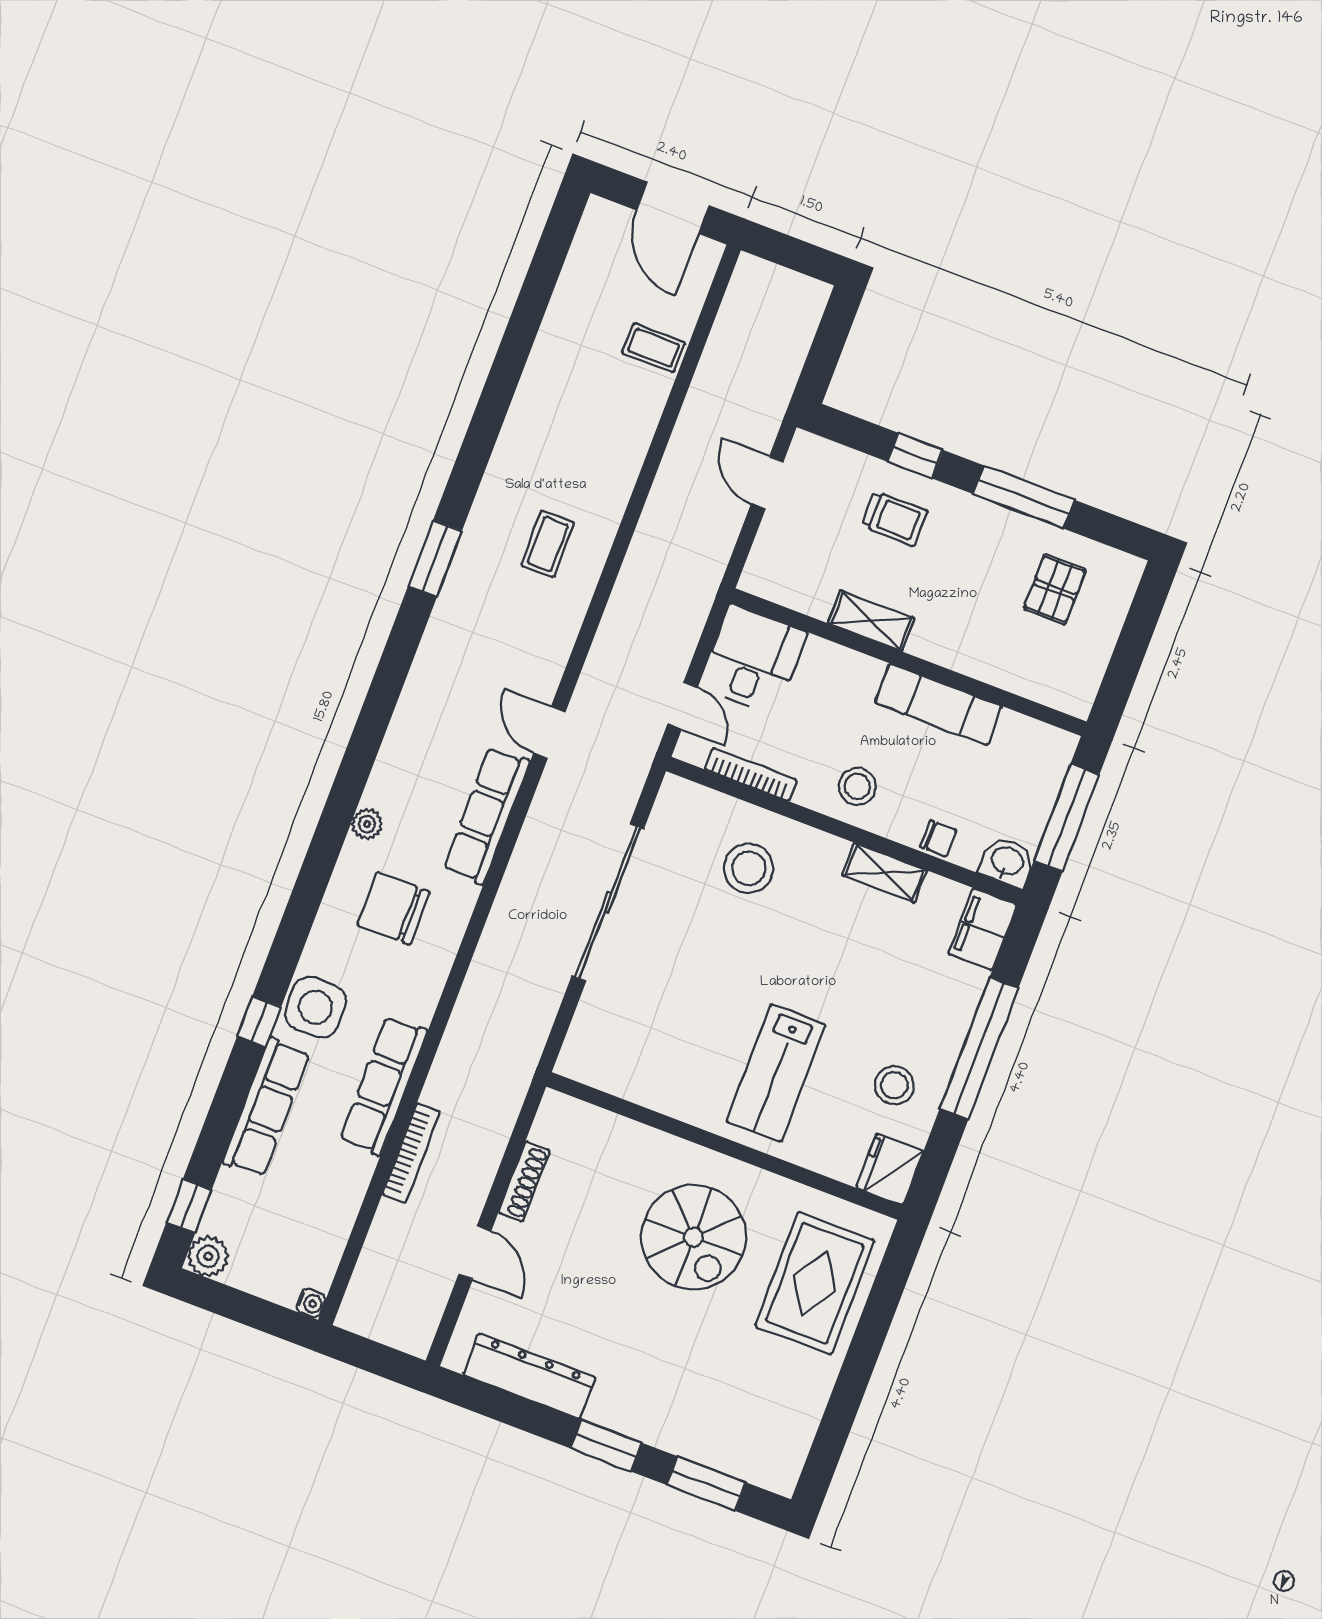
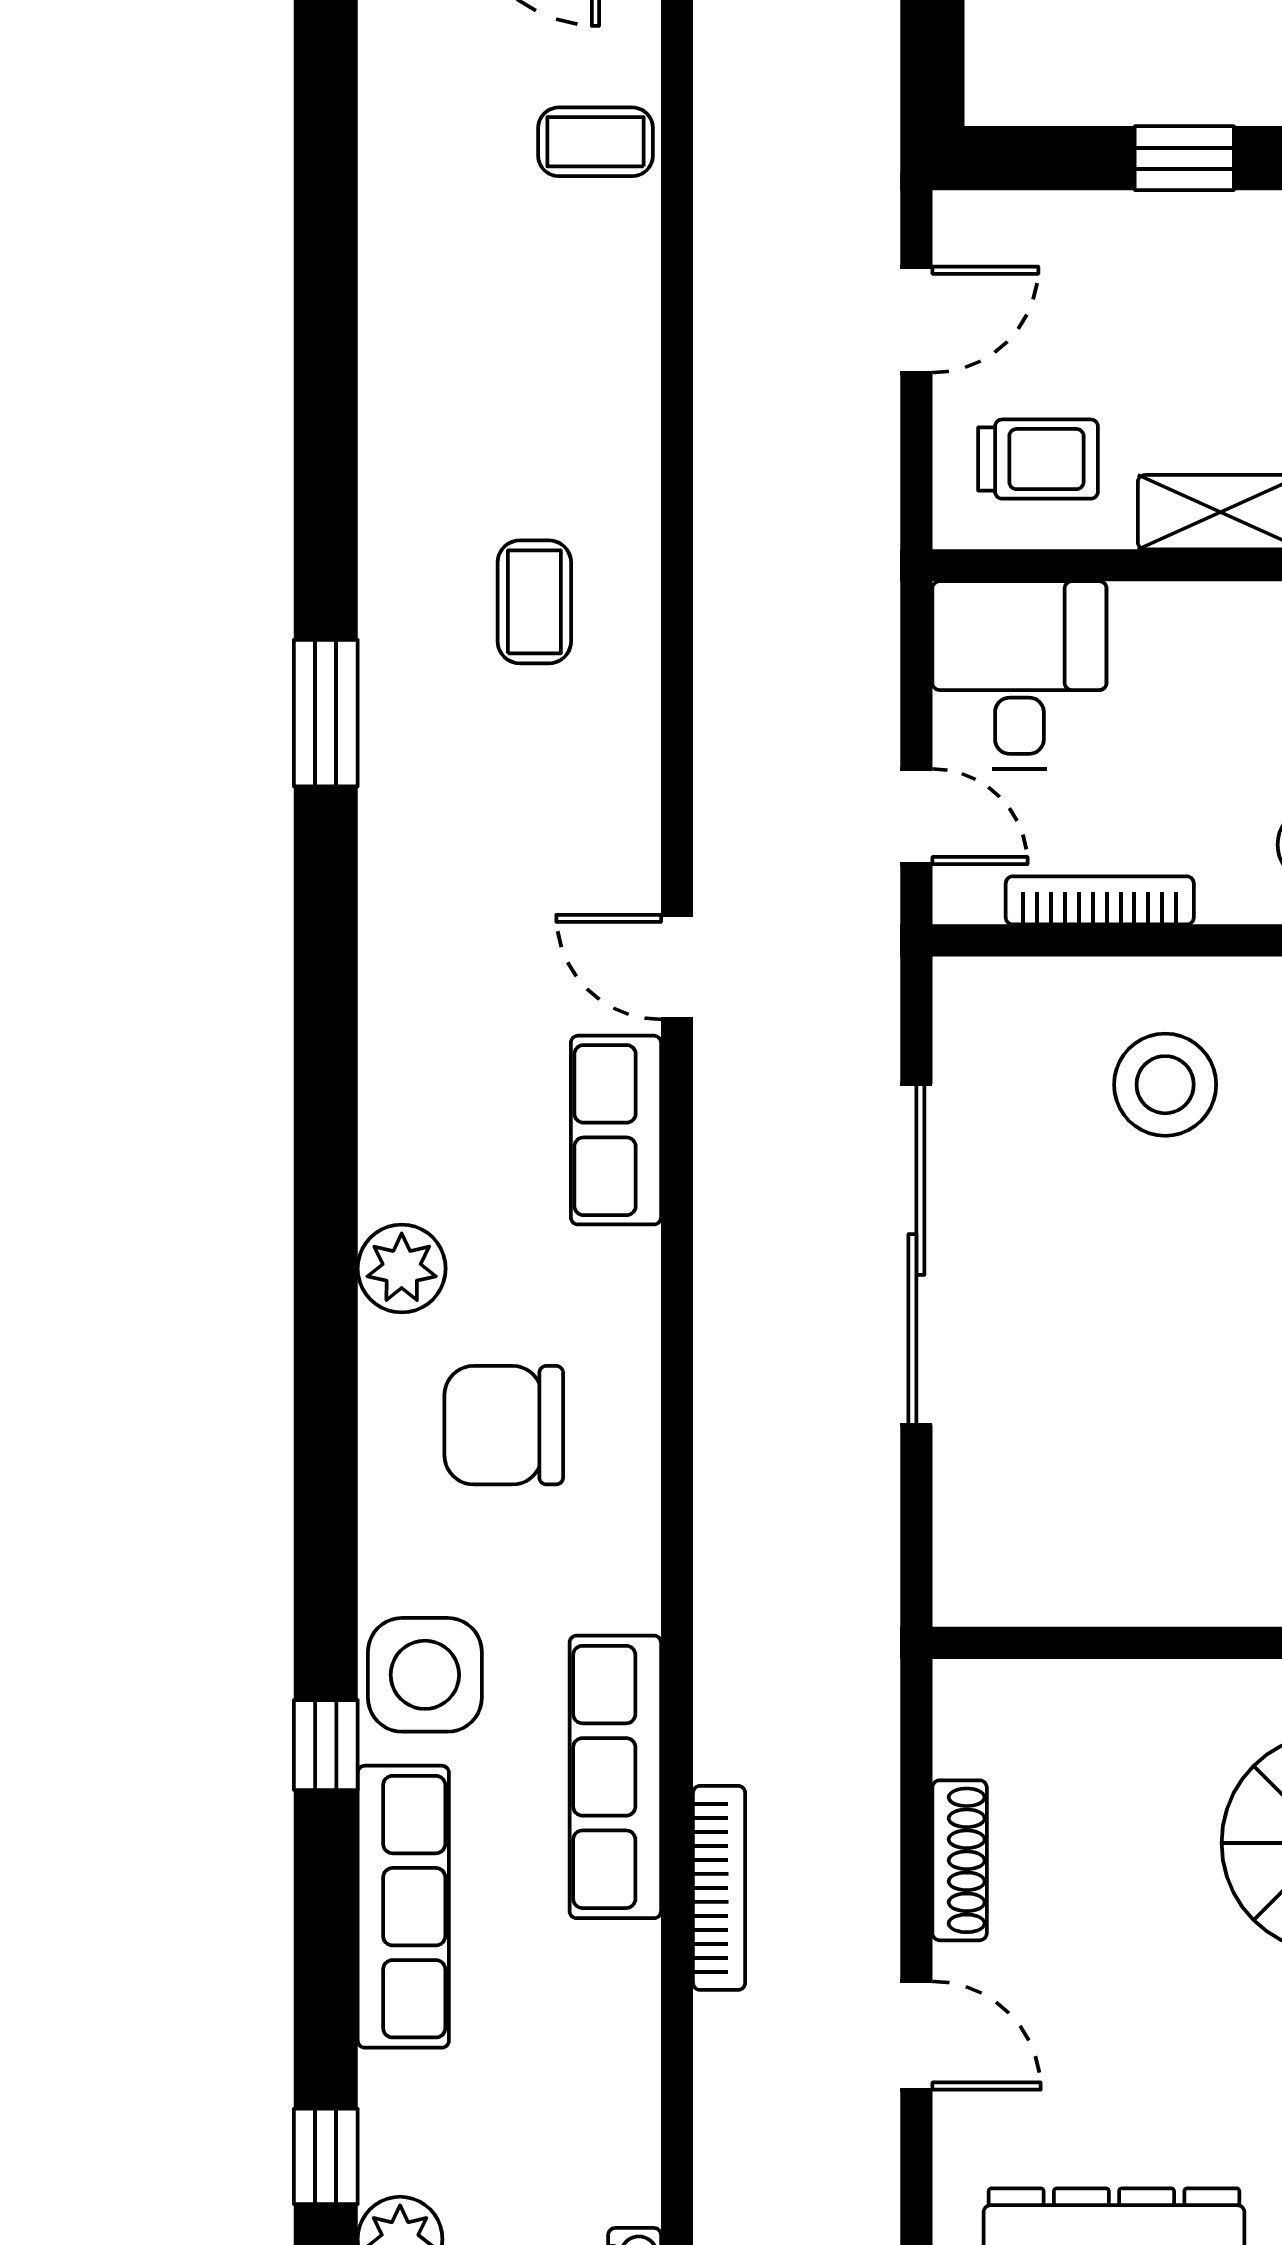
door: (767, 482) -> (916, 320), swing flipped
trolley: (895, 518) -> (1038, 459), moved
row of seats: (487, 815) -> (616, 1130), width x0.68
plant: (367, 824) -> (402, 1268), width x1.38, depth x1.38

